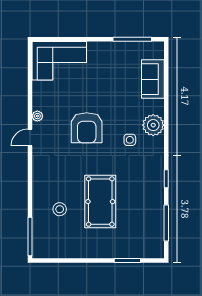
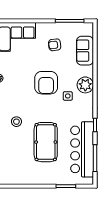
armchair: (112, 71) -> (55, 45), added
armchair: (87, 128) -> (46, 83), moved
stool: (60, 209) -> (16, 122), moved
bar counter: (149, 211) -> (82, 149), added

